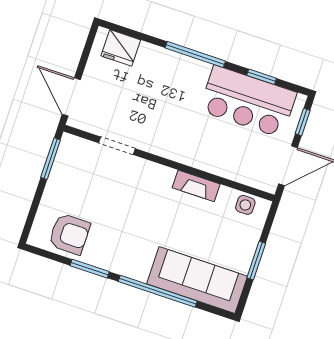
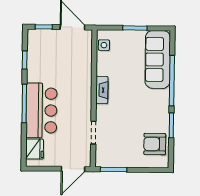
bar counter: (248, 101) -> (41, 110), moved
fireplace: (196, 186) -> (102, 90), moved
armchair: (69, 234) -> (155, 144), turned -90

